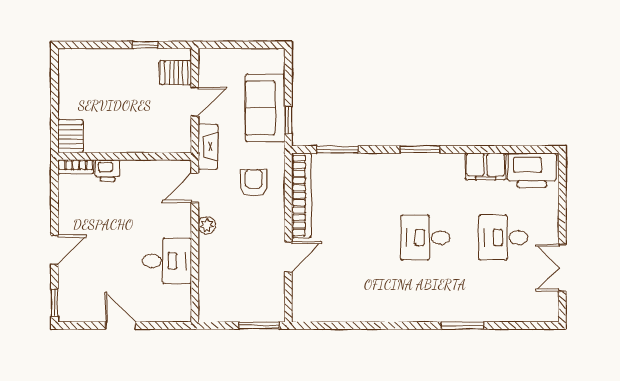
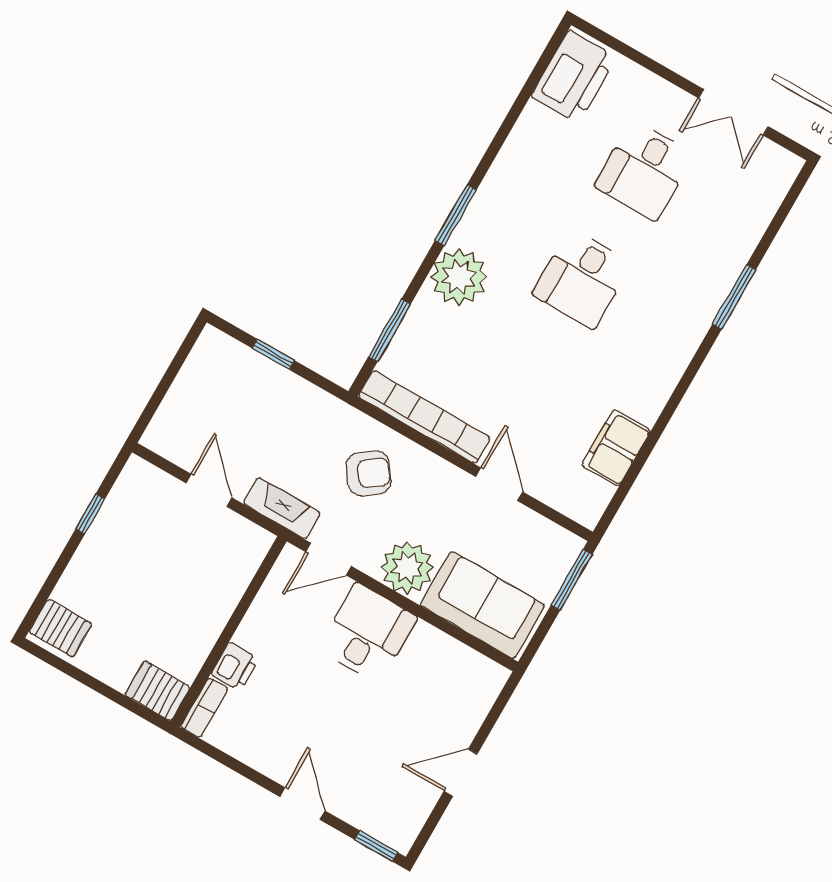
server rack: (175, 73) -> (60, 628), moved, turned -90
sofa: (265, 108) -> (482, 605), moved, turned 180
window: (288, 120) -> (273, 354), moved
filing cabinet: (486, 166) -> (616, 448), moved, turned 180
plant: (388, 171) -> (459, 277), added
armchair: (254, 183) -> (369, 473), turned 144
door: (195, 188) -> (329, 559), hinge flipped
plant: (207, 225) -> (407, 568), width x1.87, depth x1.87
desk: (167, 261) -> (368, 633), moved

